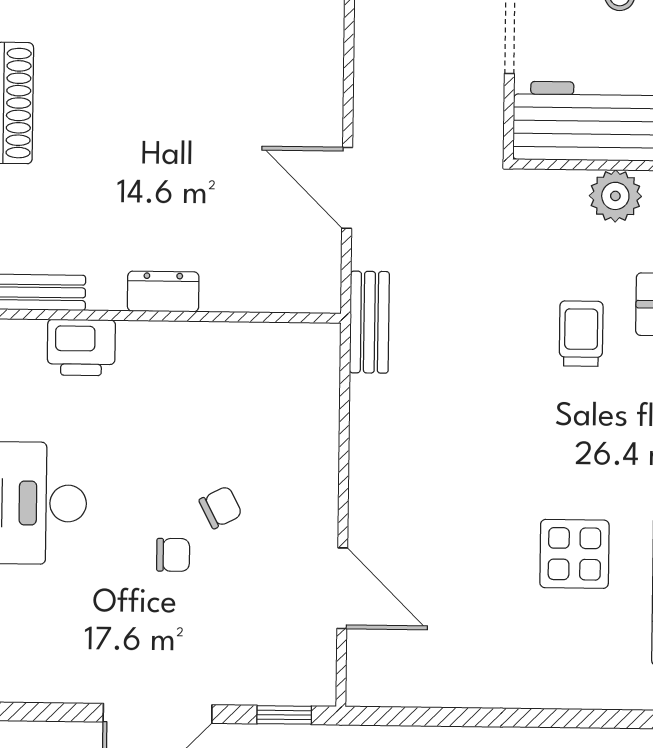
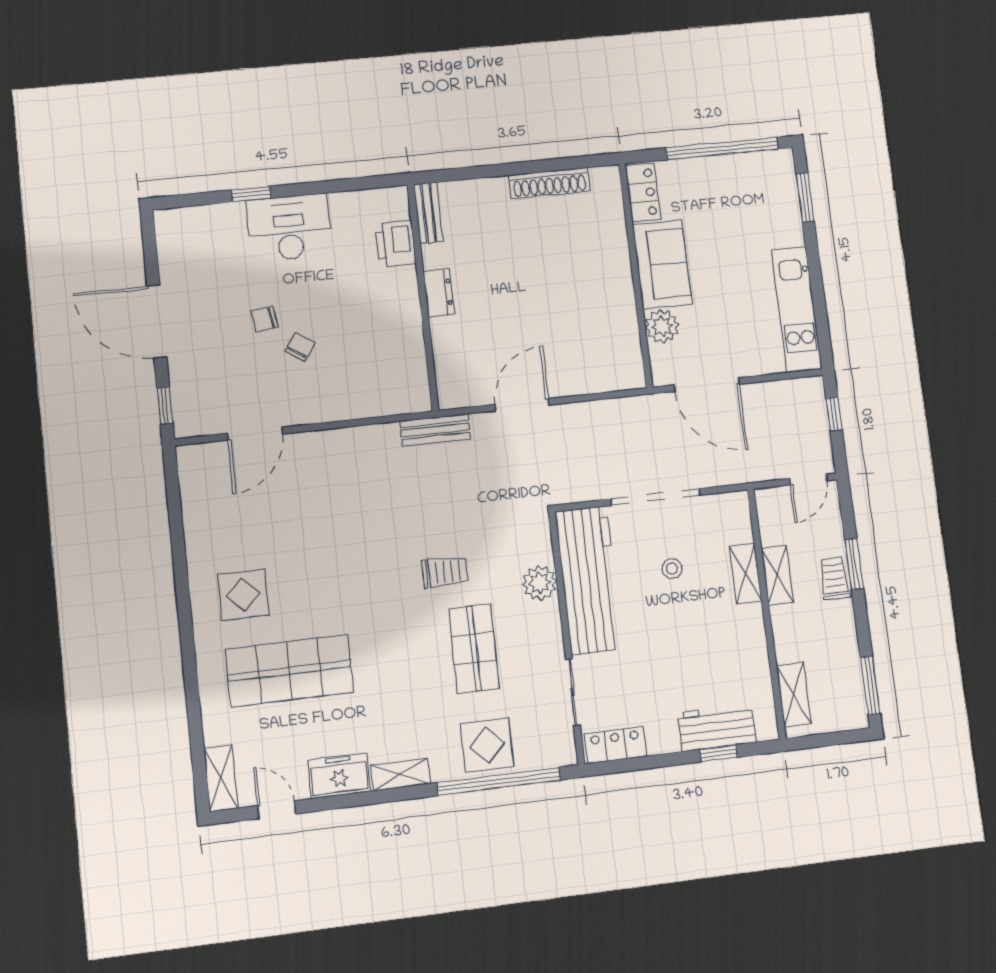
chair: (221, 507) -> (300, 347), turned -119
display table: (574, 554) -> (243, 595), moved
chair: (173, 555) -> (265, 319), turned 81

